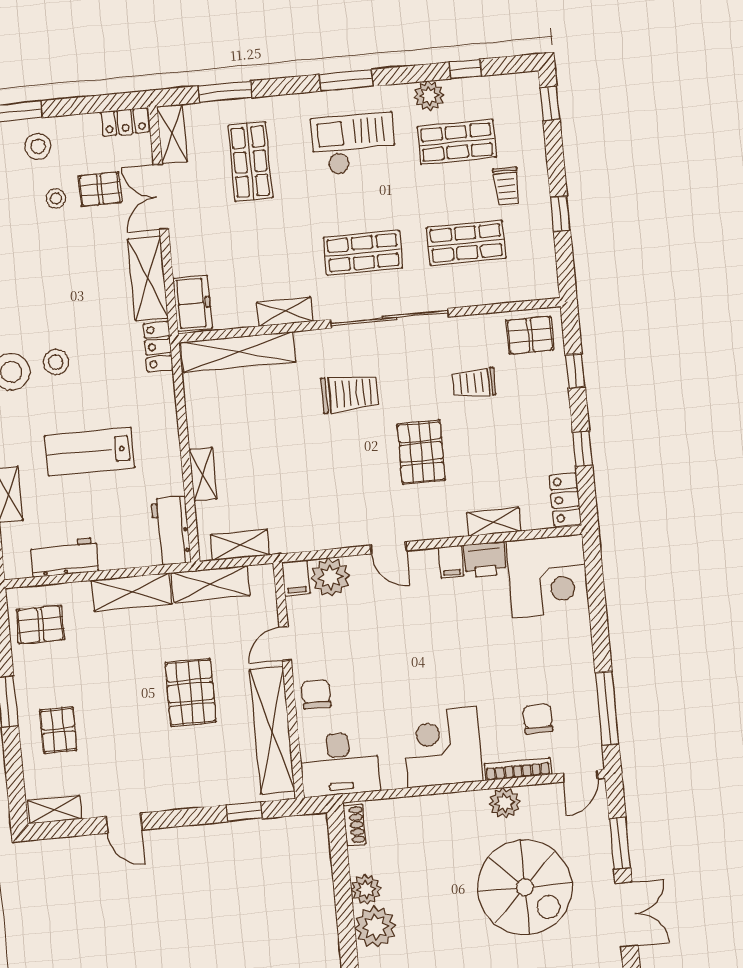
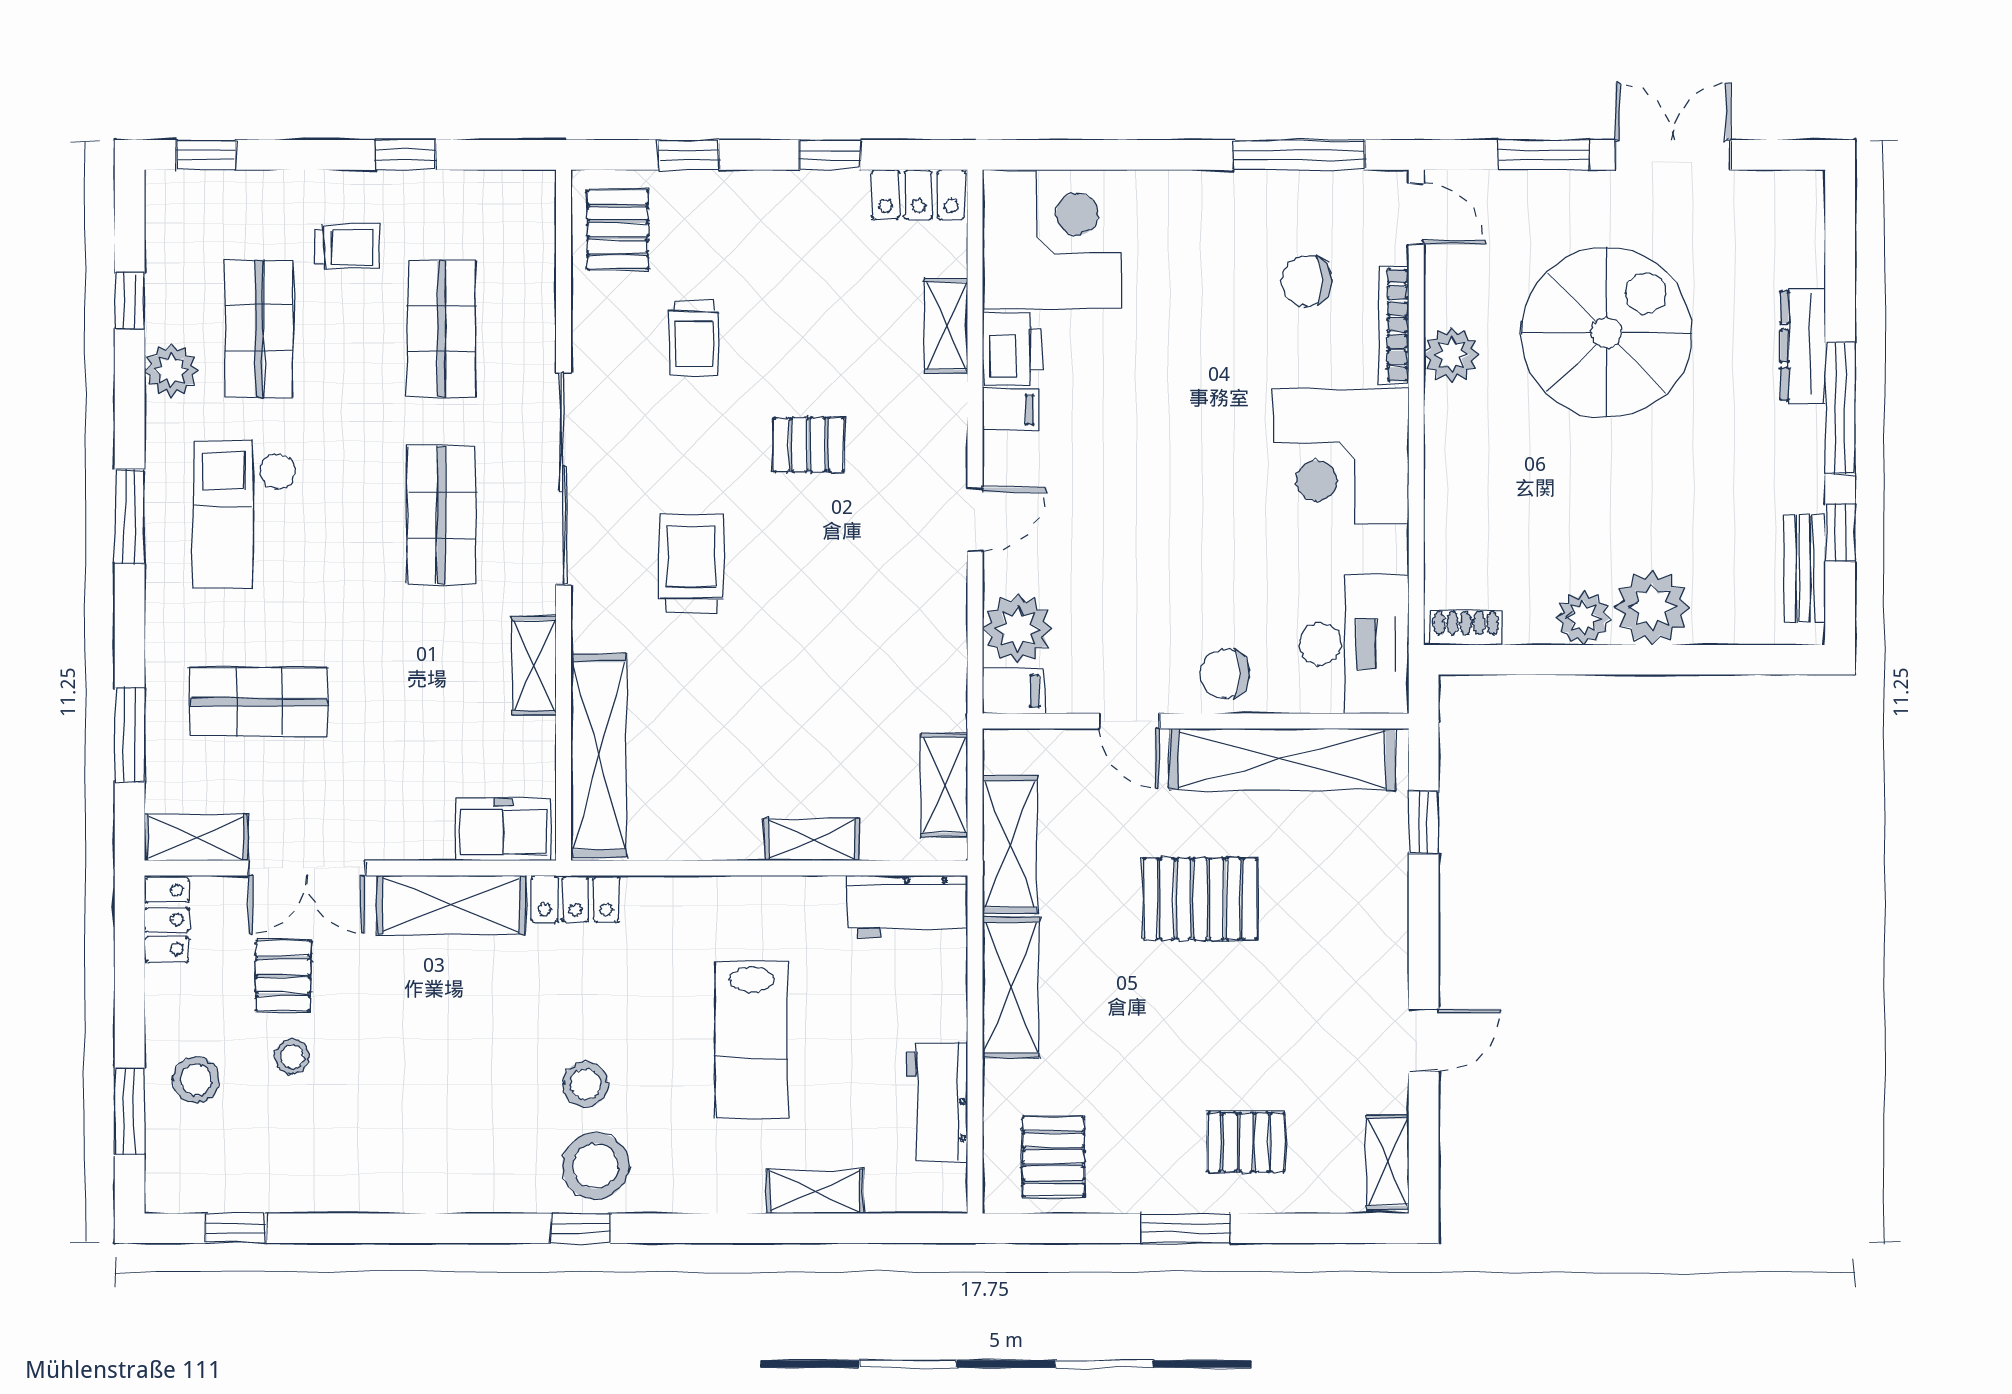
pallet: (421, 452) -> (809, 445), width x0.67, depth x0.71

